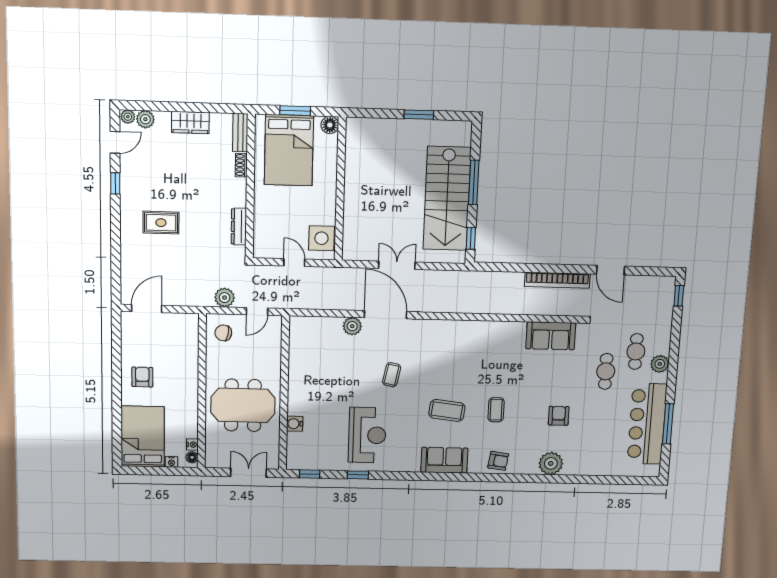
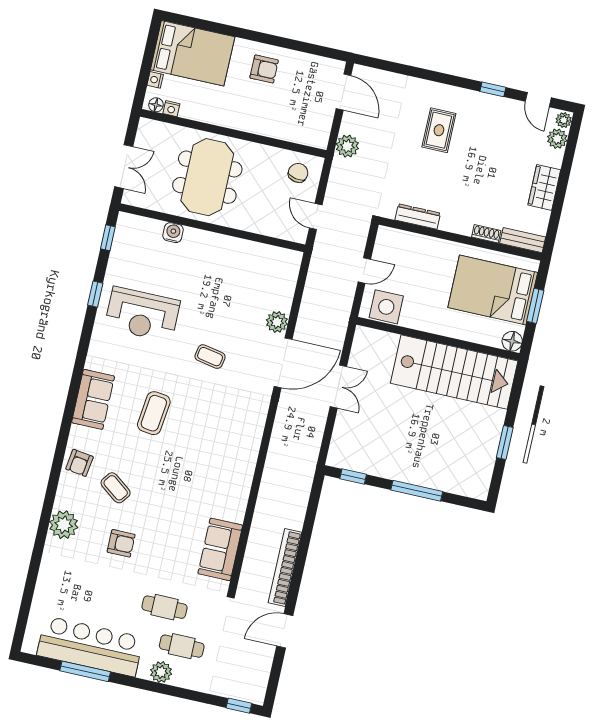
stairs: (447, 199) -> (454, 372), moved, turned 180
plant: (225, 298) -> (347, 146), moved
coffee table: (496, 410) -> (116, 488), moved, turned 37

